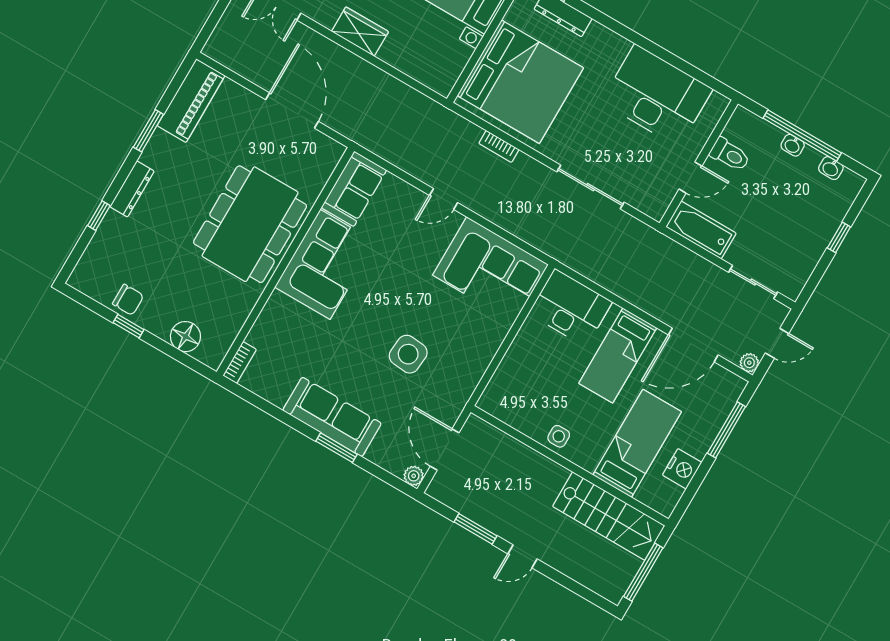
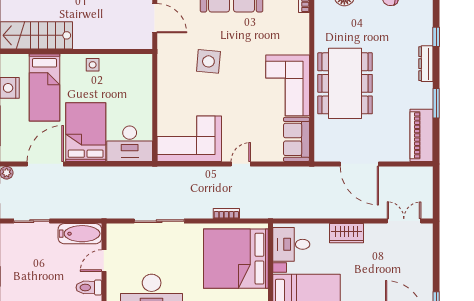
desk: (439, 59) -> (291, 244), added
bed: (618, 356) -> (86, 132), width x1.50

